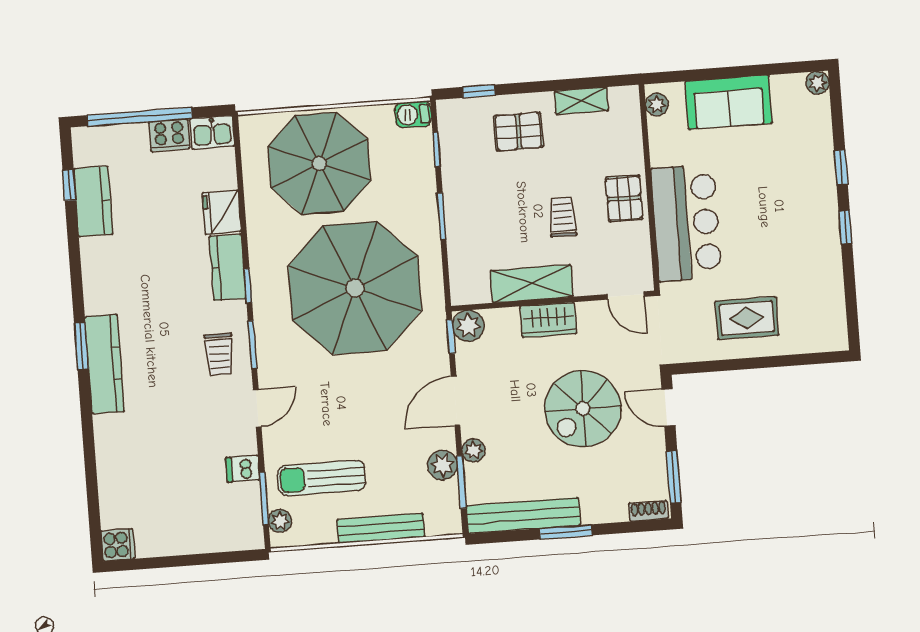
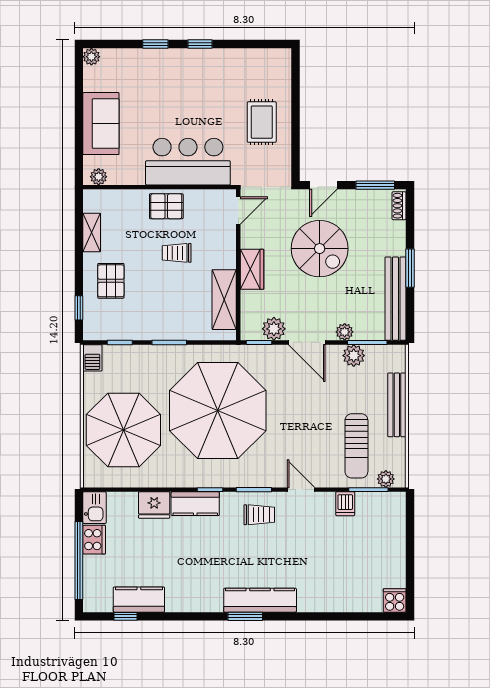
shelving: (532, 284) -> (224, 300), moved
plant: (468, 326) -> (274, 329), moved

